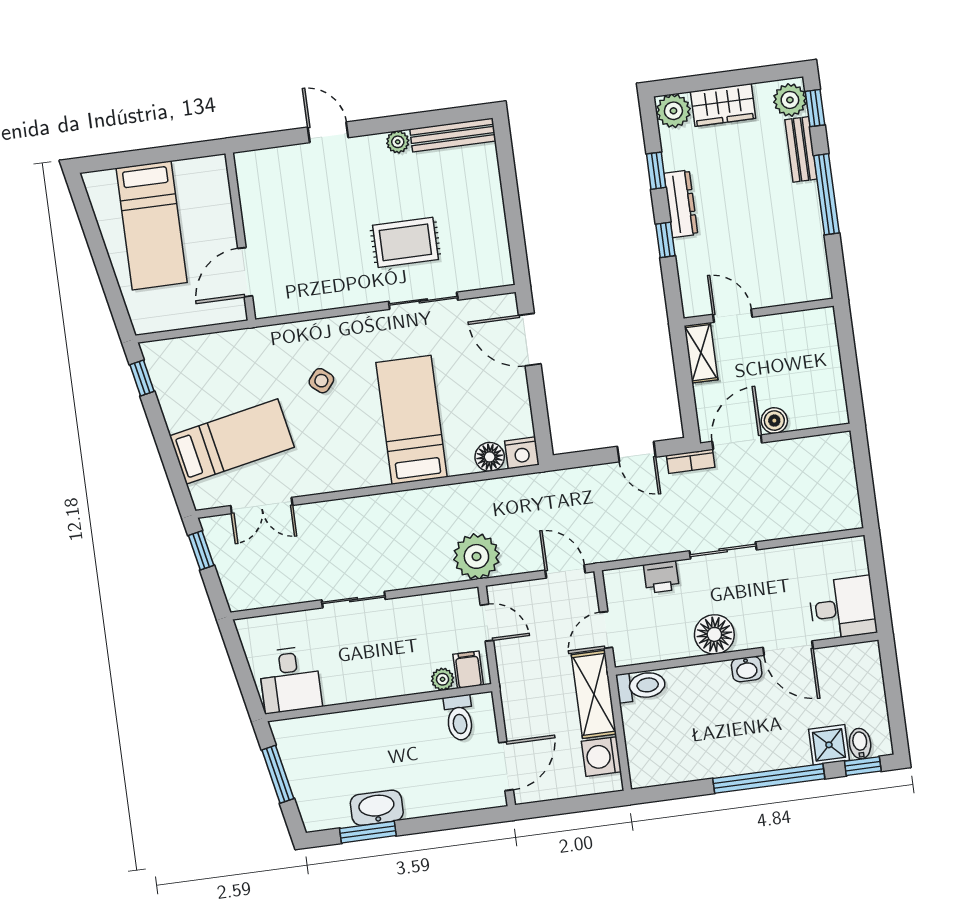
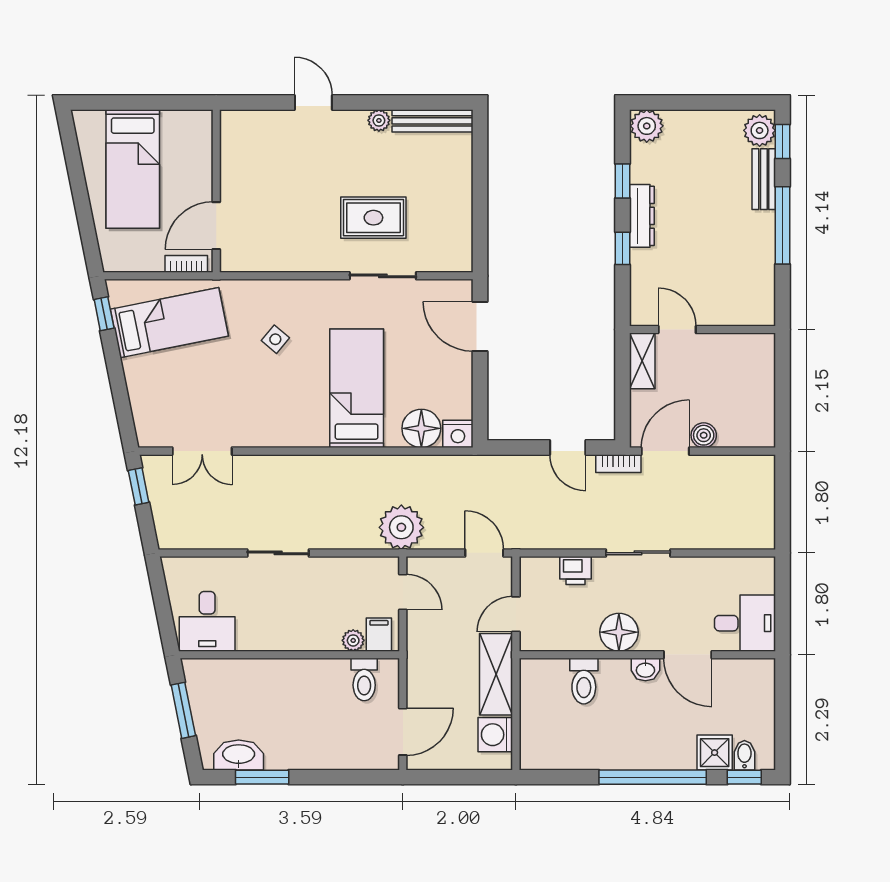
wardrobe: (723, 105) -> (695, 127), removed
bookcase: (220, 316) -> (186, 264), added
bed: (232, 442) -> (169, 323), moved
floor lamp: (490, 457) -> (421, 428), width x1.38, depth x1.38
toilet: (641, 686) -> (584, 681), moved, turned 90
washbasin: (377, 808) -> (239, 755), moved

